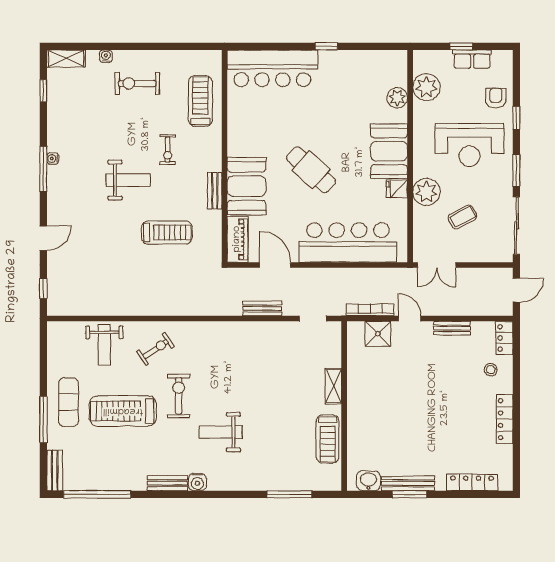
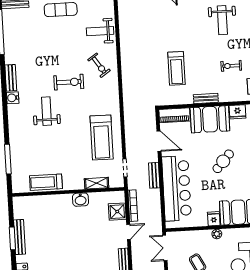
fridge: (237, 144) -> (237, 112), added
cafe table: (311, 170) -> (223, 161), width x0.73, depth x0.74
weight bench: (128, 180) -> (222, 20), moved
plant: (426, 192) -> (217, 234), width x0.53, depth x0.53
door: (275, 265) -> (159, 141), hinge flipped
bench: (262, 308) -> (154, 175), moved
shelving: (333, 386) -> (97, 183), moved
treadmill: (123, 411) -> (102, 138), moved, turned 180
washbasin: (368, 481) -> (81, 200), moved, turned 90

